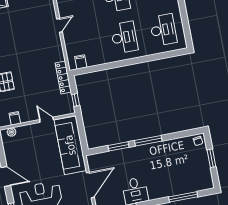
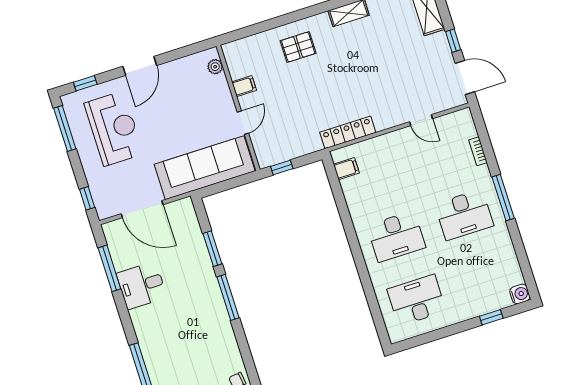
door: (60, 25) -> (421, 120), moved
desk: (163, 30) -> (417, 300), turned 180
locker: (63, 77) -> (348, 132), moved
filing cabinet: (15, 118) -> (244, 86), moved

